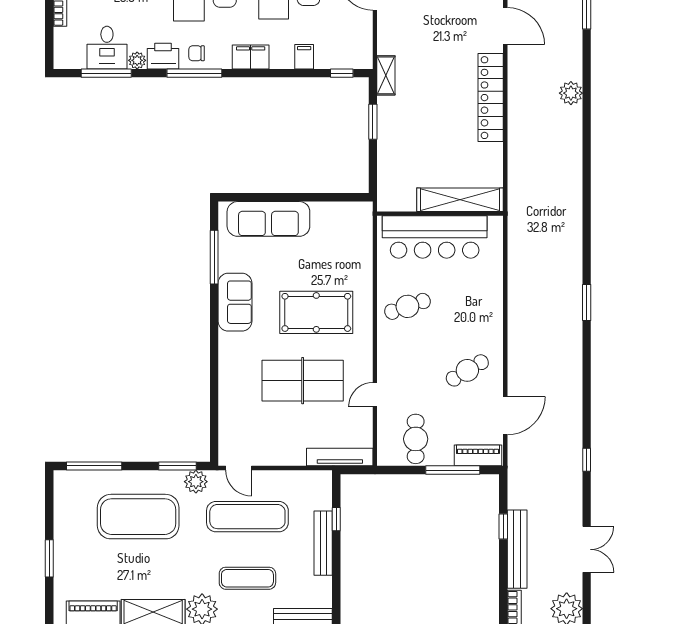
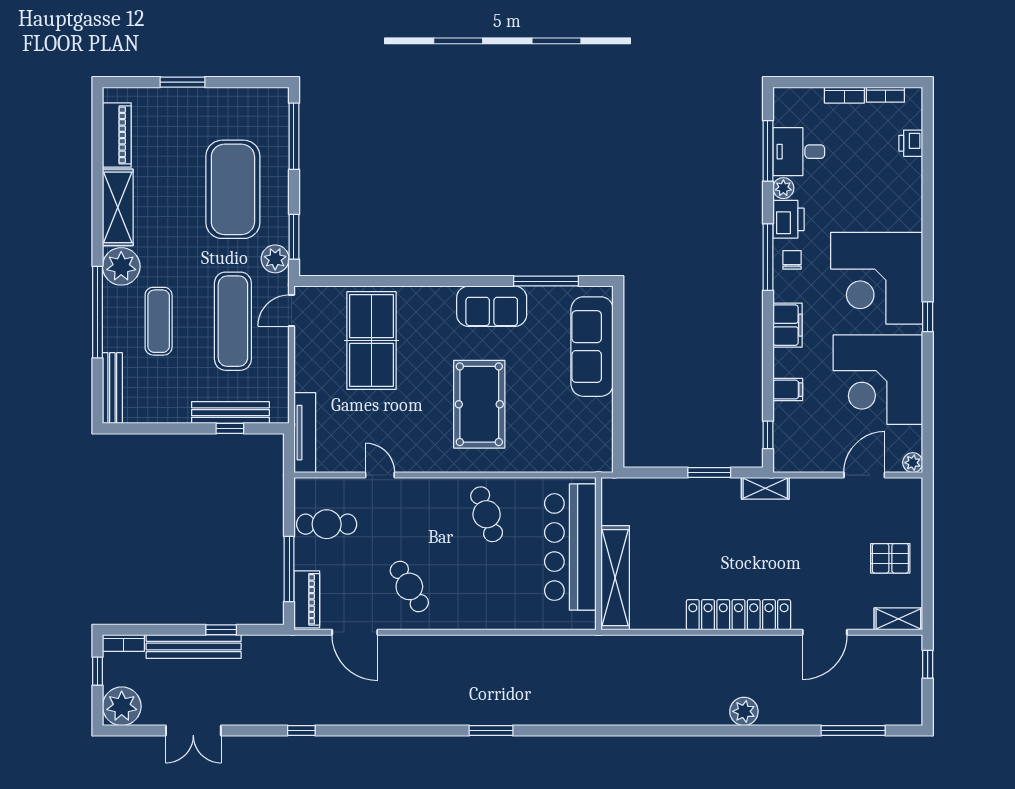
table tennis table: (303, 381) -> (371, 341), moved
bench: (323, 543) -> (230, 413), moved

